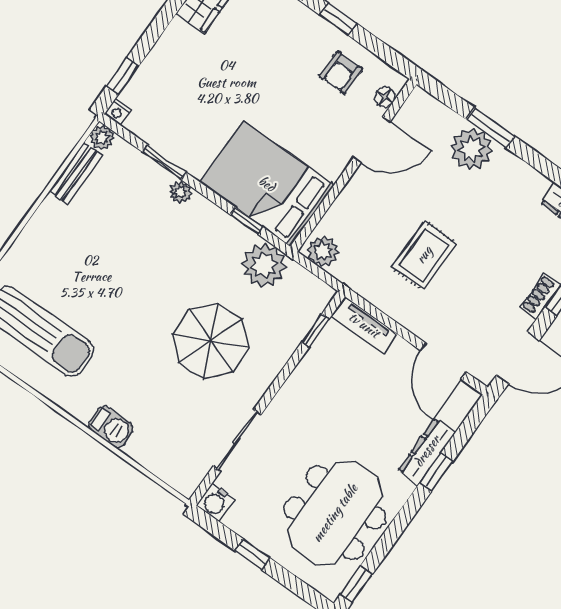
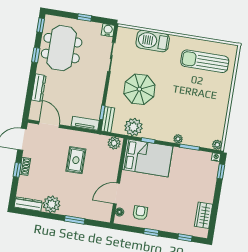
plant: (472, 149) -> (52, 204), moved
bench: (76, 173) -> (108, 119), moved
barbecue: (111, 427) -> (153, 41), width x1.88, depth x1.53
window: (436, 472) -> (36, 55), moved

